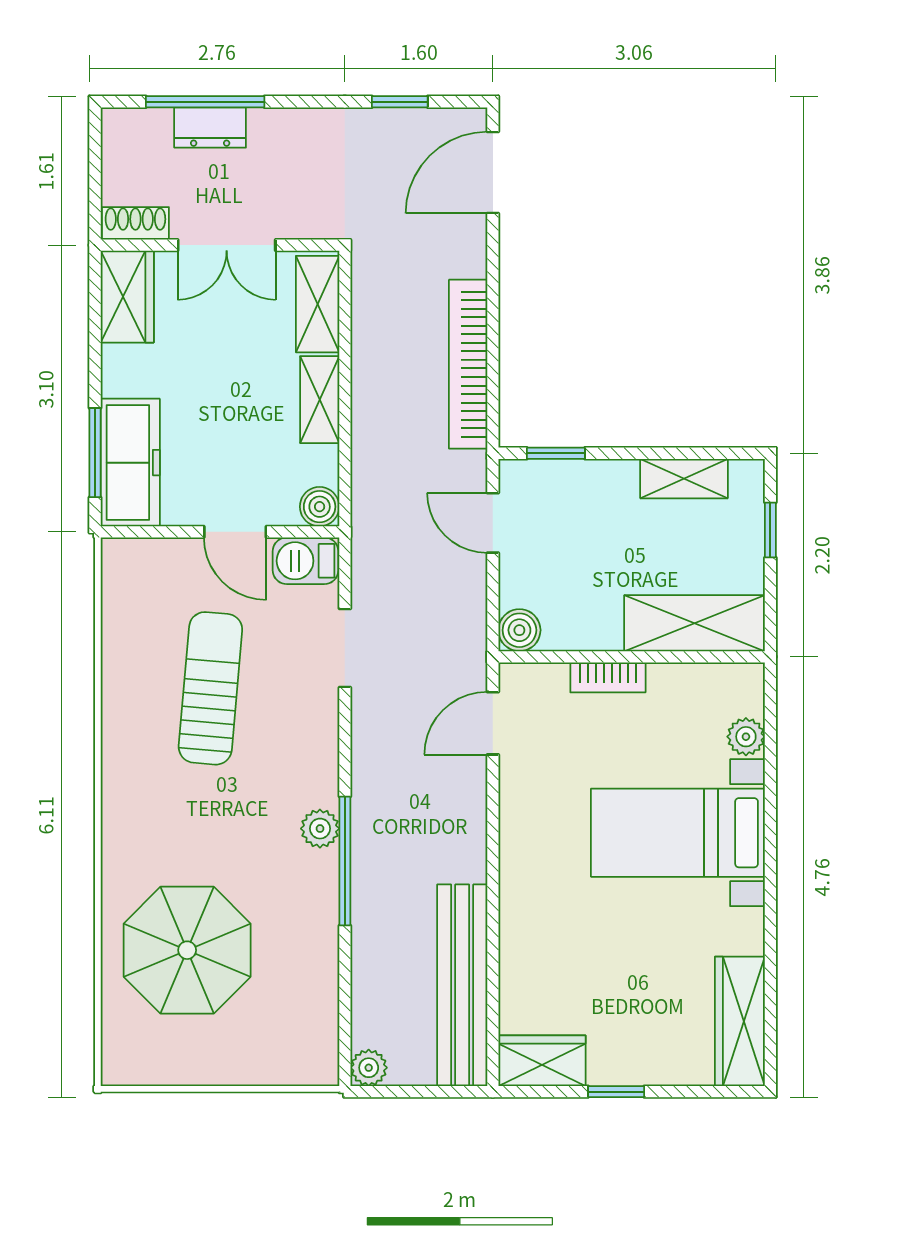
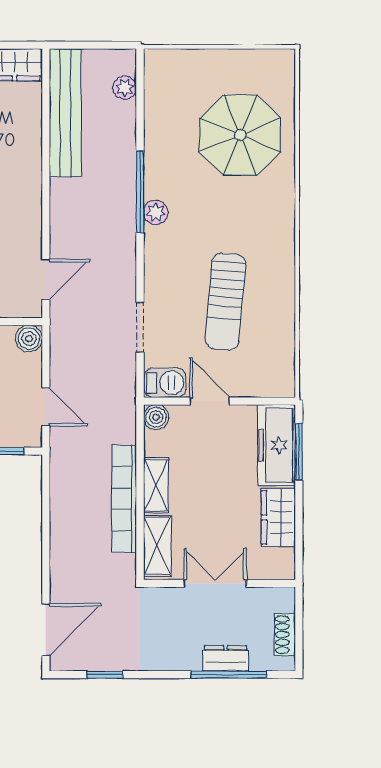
shoe rack: (135, 223) -> (285, 635), moved, turned 90
wardrobe: (127, 297) -> (278, 517), moved
bookcase: (468, 364) -> (124, 499), moved, turned 180
plant: (369, 1068) -> (125, 88), moved

